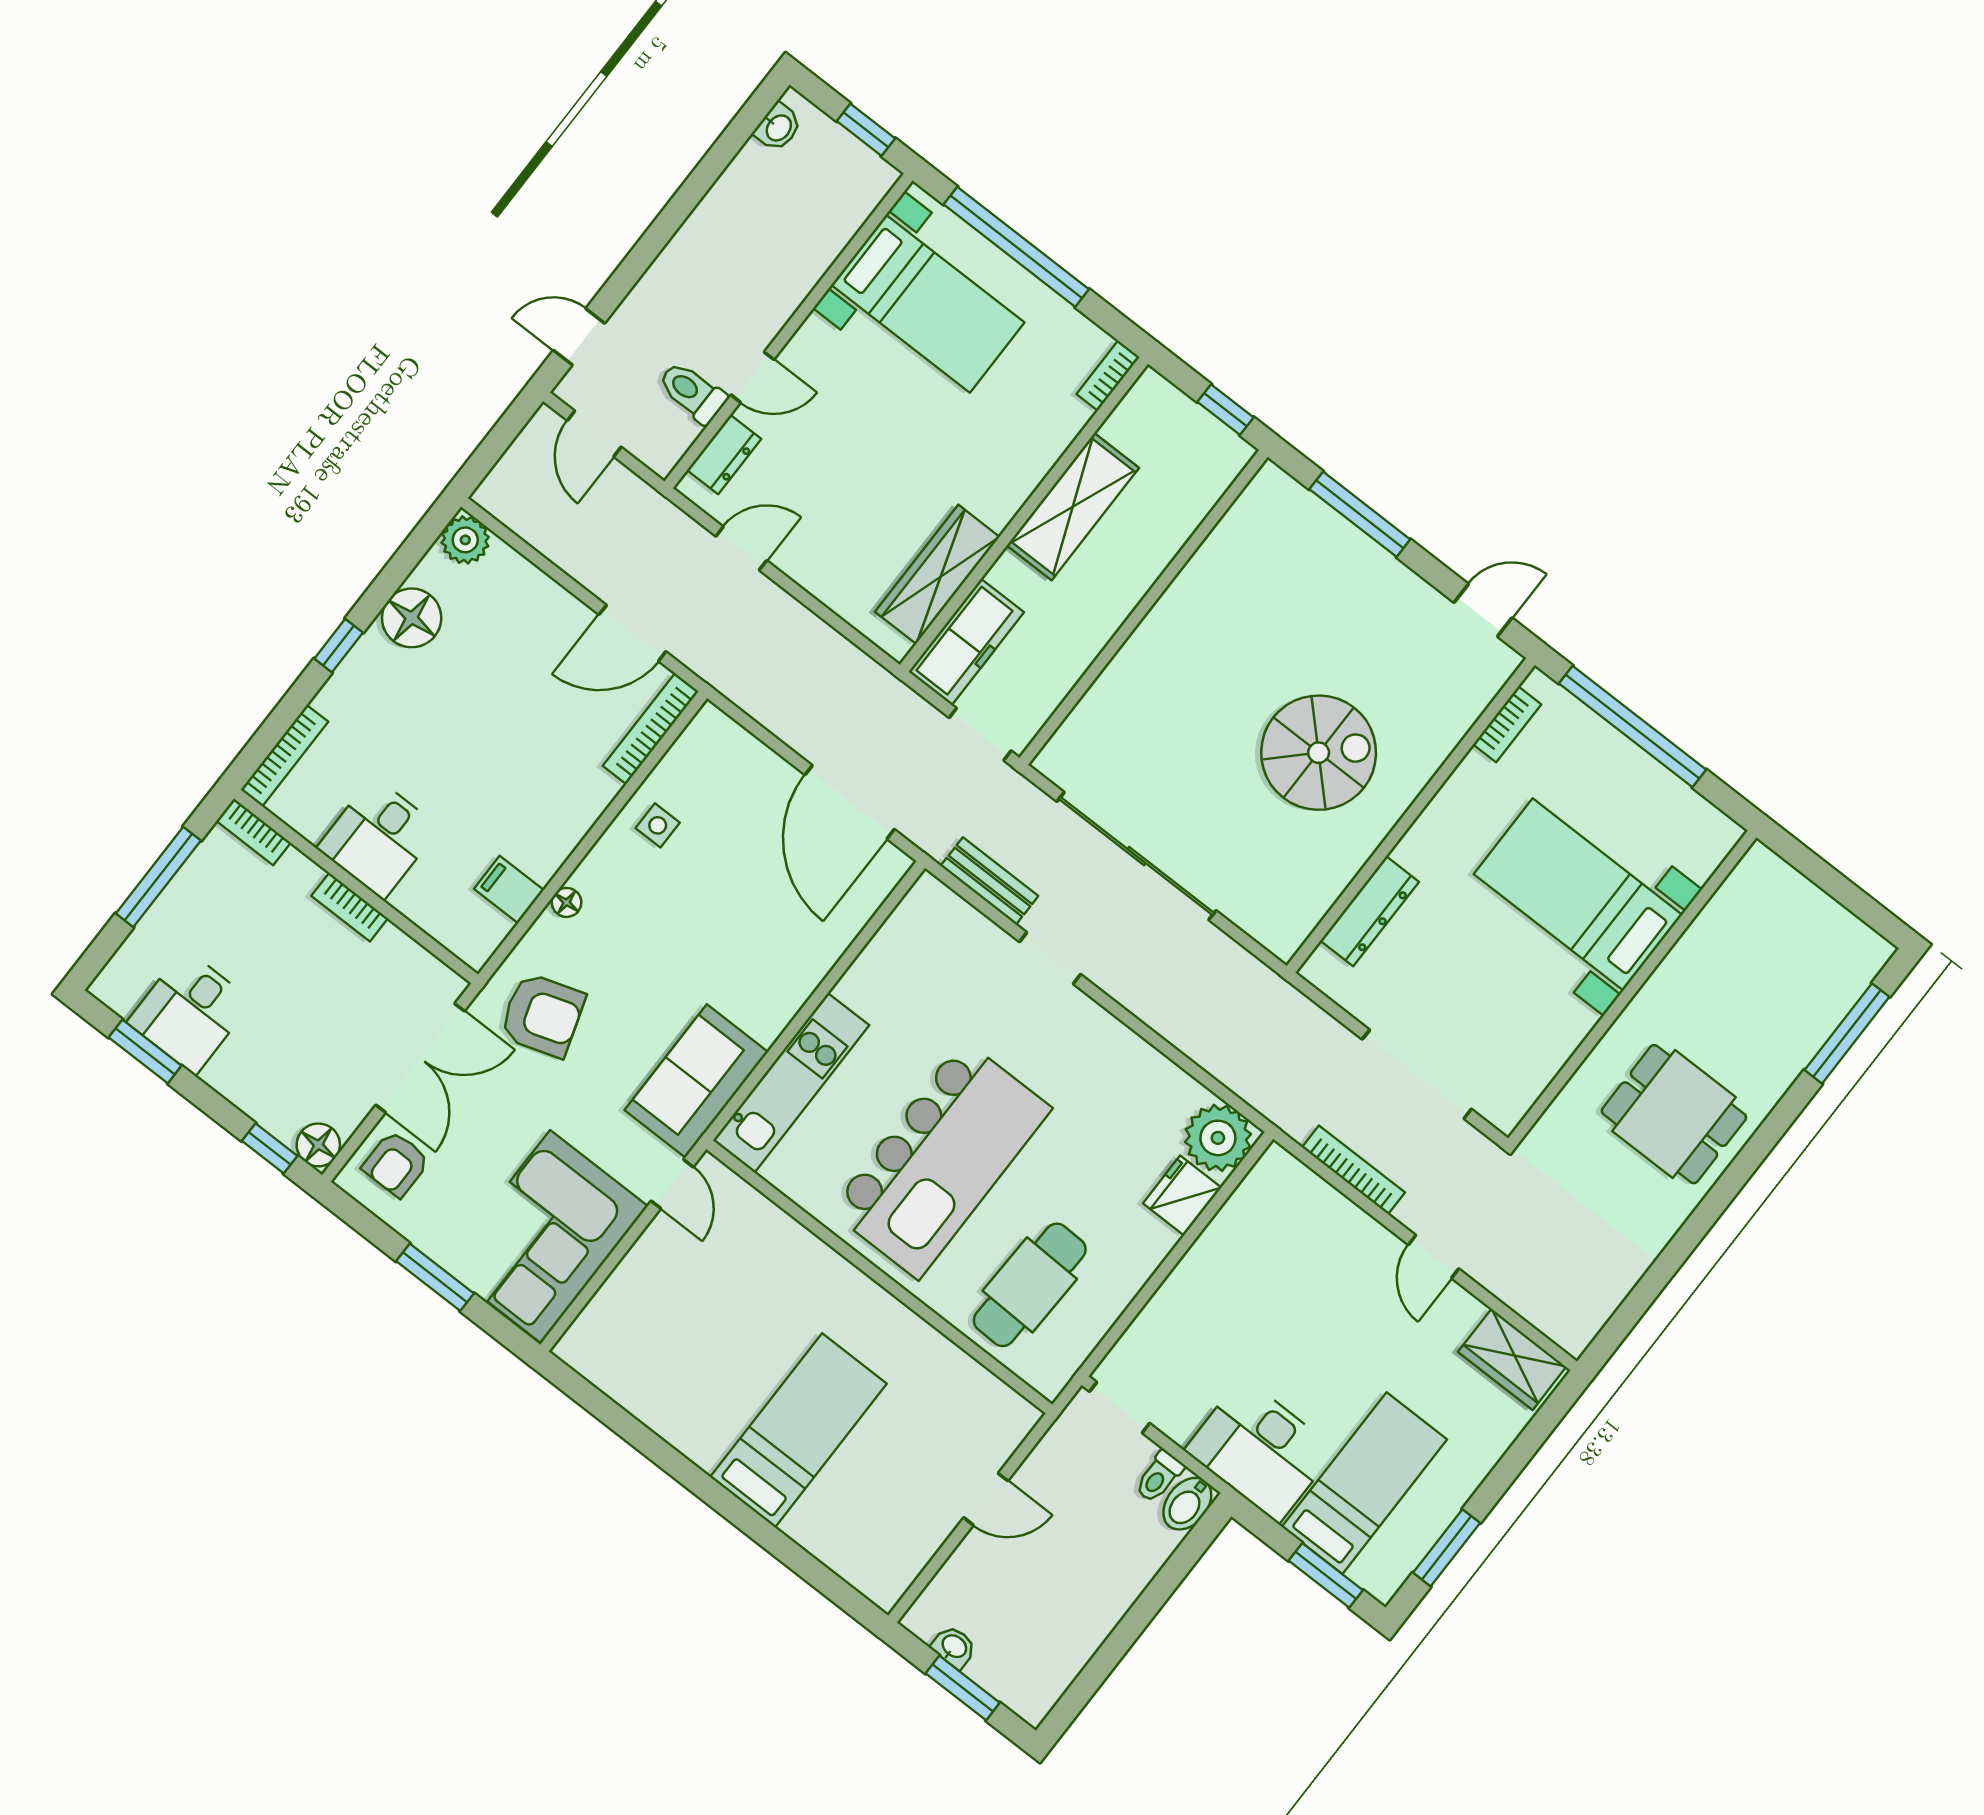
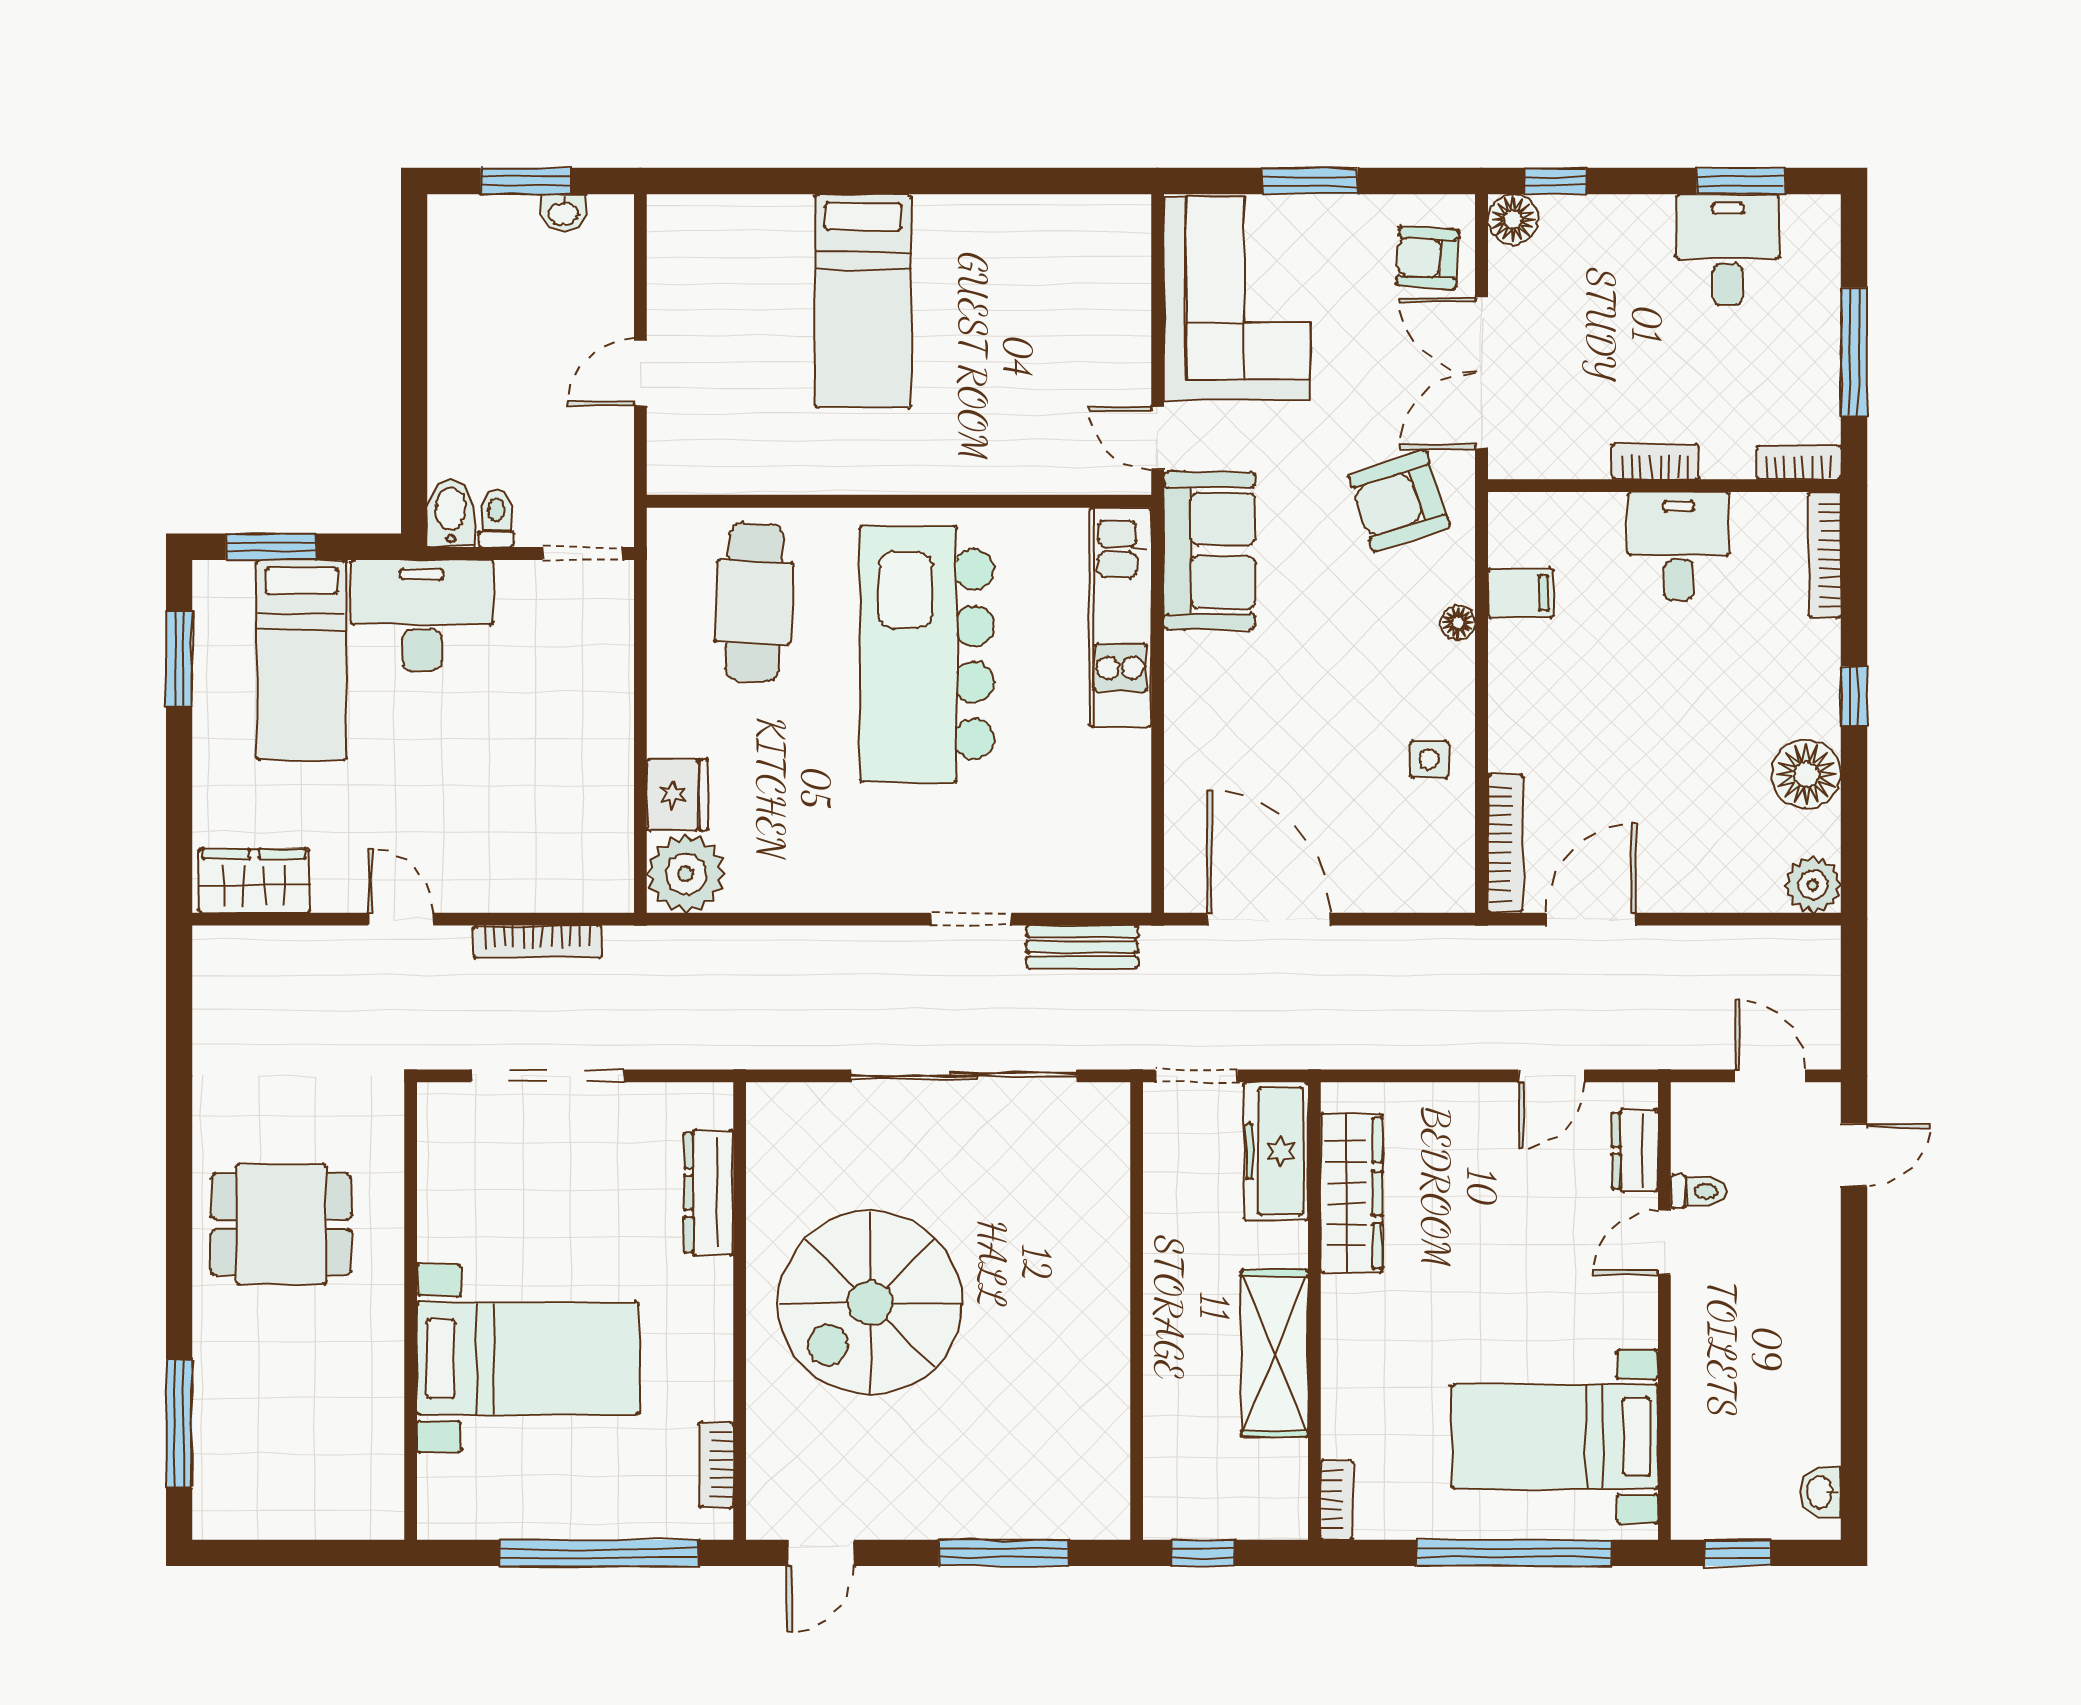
toilet: (692, 392) -> (1698, 1191), width x0.73, depth x0.72
spiral stairs: (1319, 753) -> (870, 1303), width x1.37, depth x1.37
armchair: (396, 1164) -> (1428, 258), turned -87

